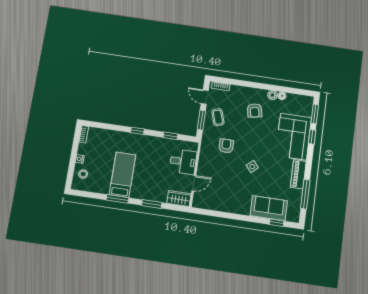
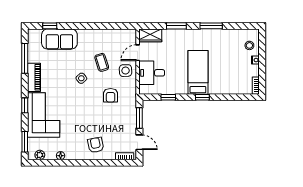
plant: (272, 95) -> (40, 155), moved
armchair: (255, 110) -> (96, 145), moved
coffee table: (218, 117) -> (102, 62), moved
window: (312, 137) -> (25, 105), moved
side table: (208, 168) -> (126, 71), added
bed: (123, 175) -> (198, 72), moved, turned 180

